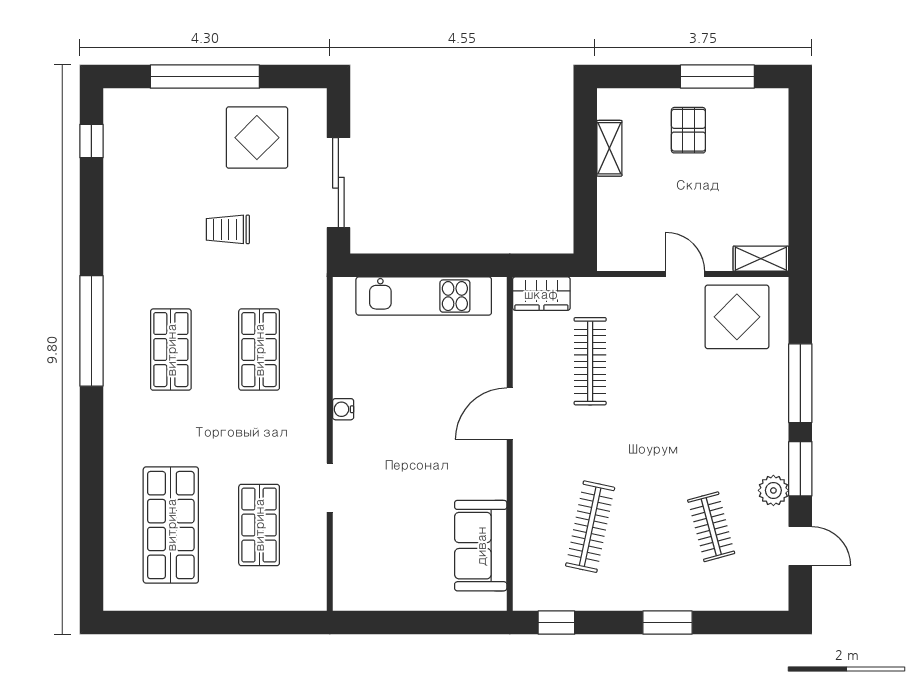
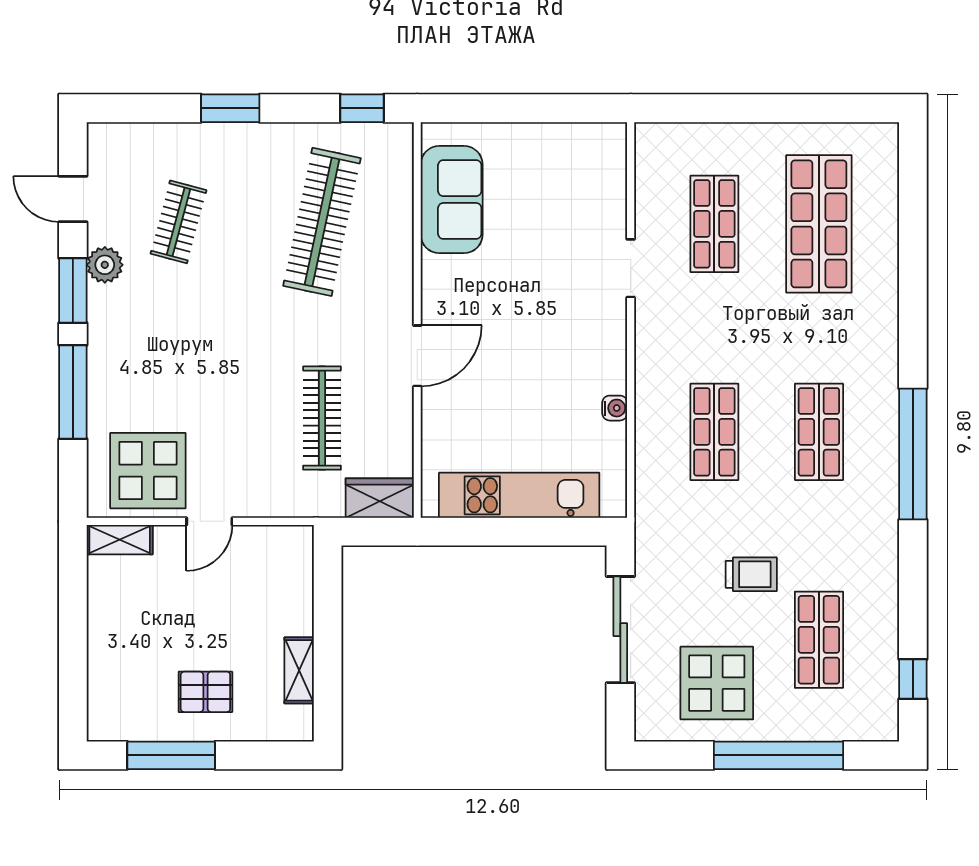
pallet: (688, 130) -> (205, 692), turned 90
shop shelf: (171, 174) -> (819, 640), added
door: (685, 274) -> (209, 521), hinge flipped
water cooler: (343, 409) -> (615, 408), moved
clothes rail: (590, 527) -> (322, 222), width x1.37, depth x1.31
clothes rail: (711, 527) -> (179, 222), turned 30

